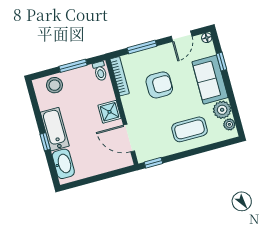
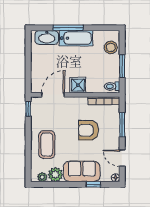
armchair: (159, 85) -> (88, 130), turned 90
window: (45, 142) -> (68, 28), width x2.17

